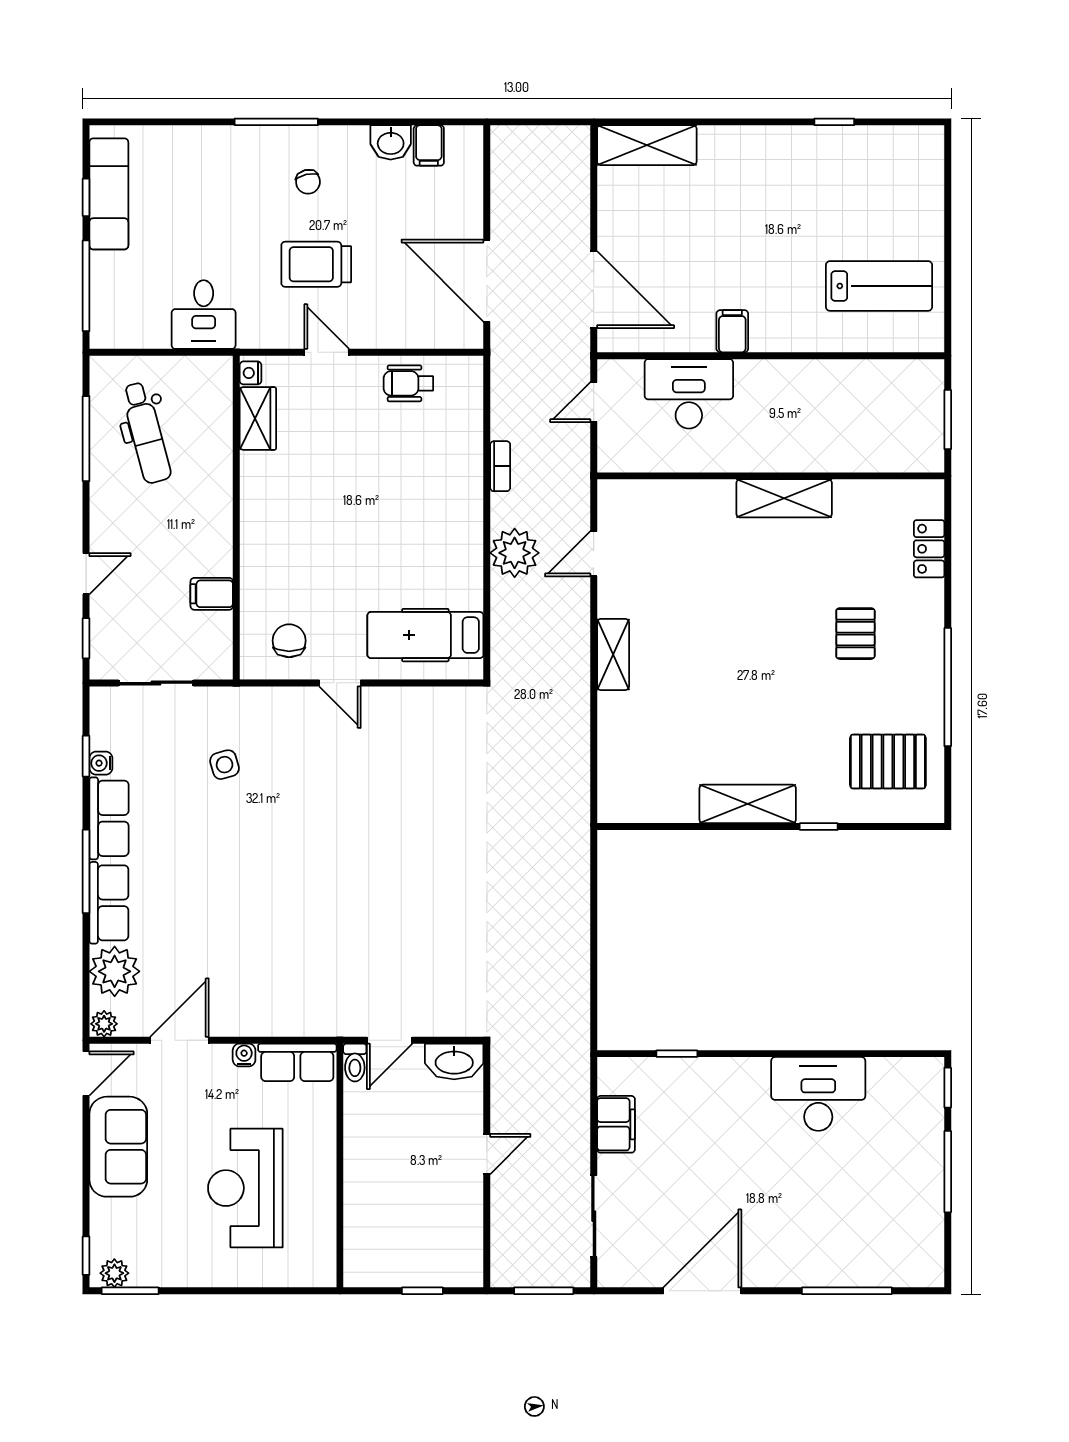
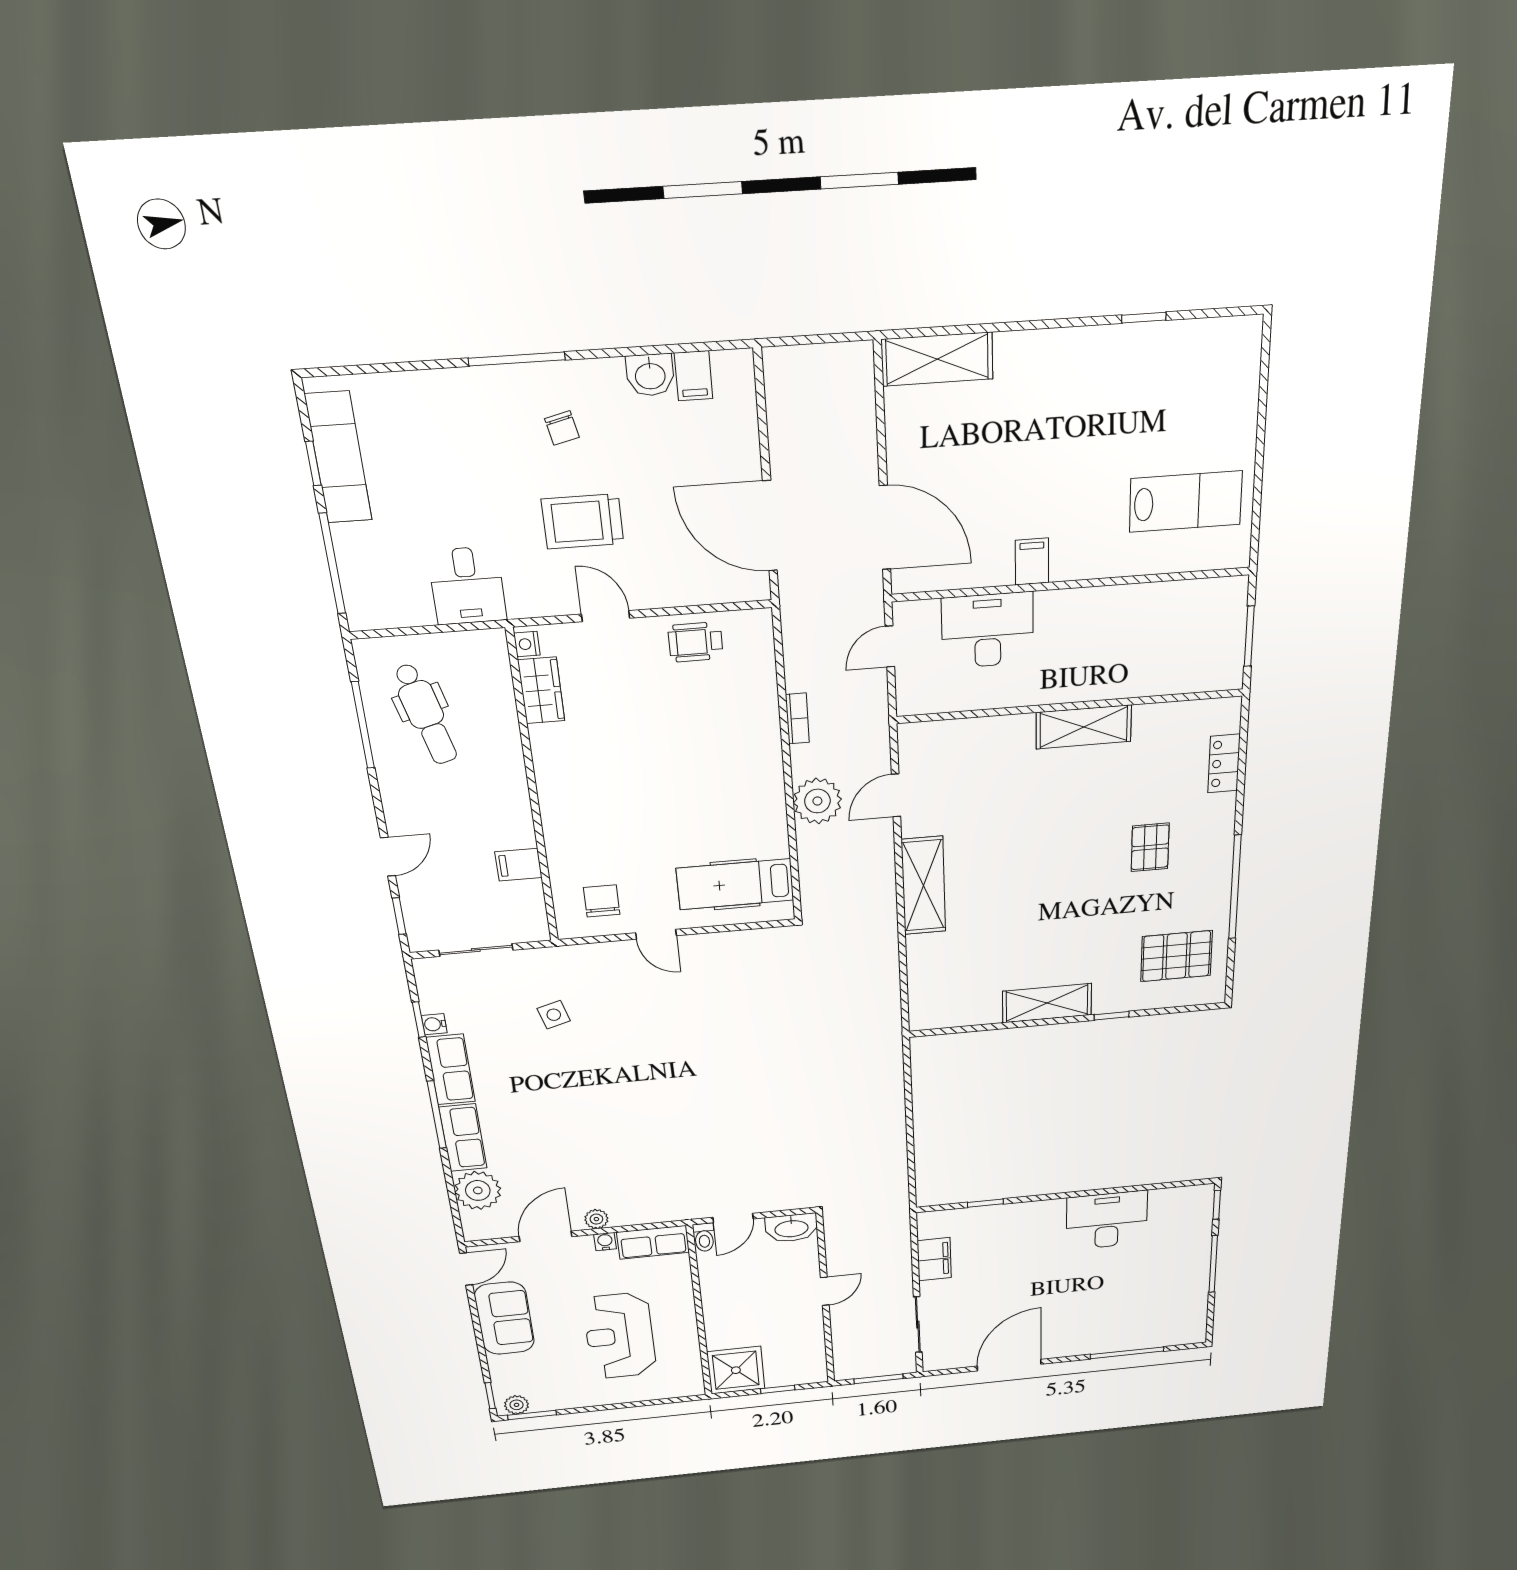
shelving: (613, 654) -> (924, 886), width x1.50, depth x1.33
plant: (104, 1024) -> (596, 1219), moved
shower: (375, 1256) -> (736, 1370), added

